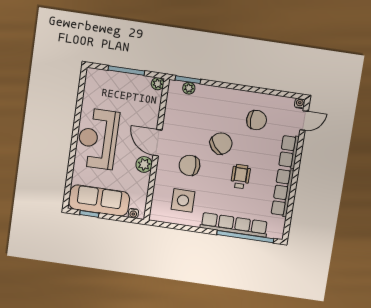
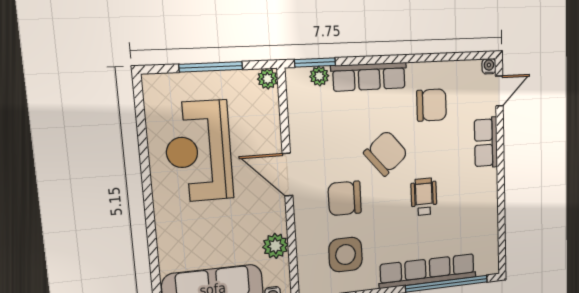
reception desk: (98, 139) -> (199, 151), moved
plant: (144, 164) -> (275, 246), moved
row of seats: (282, 193) -> (369, 77), moved, turned -90

